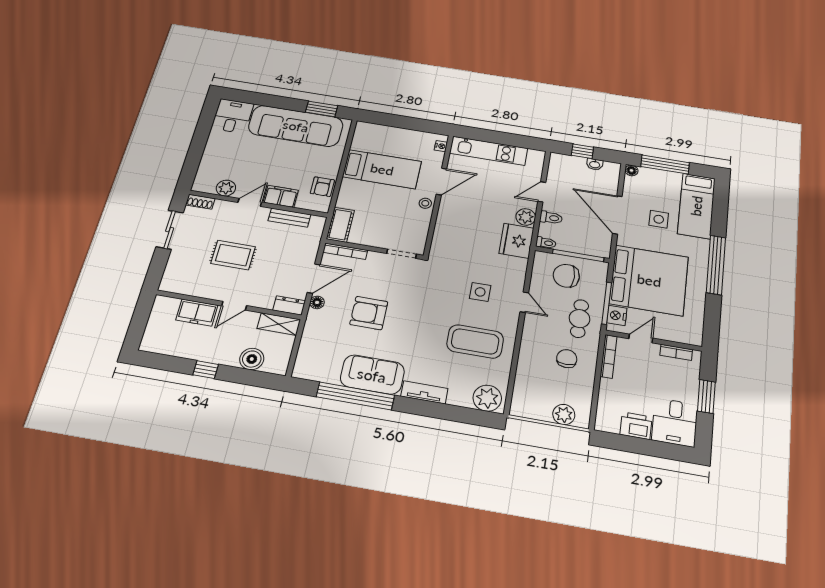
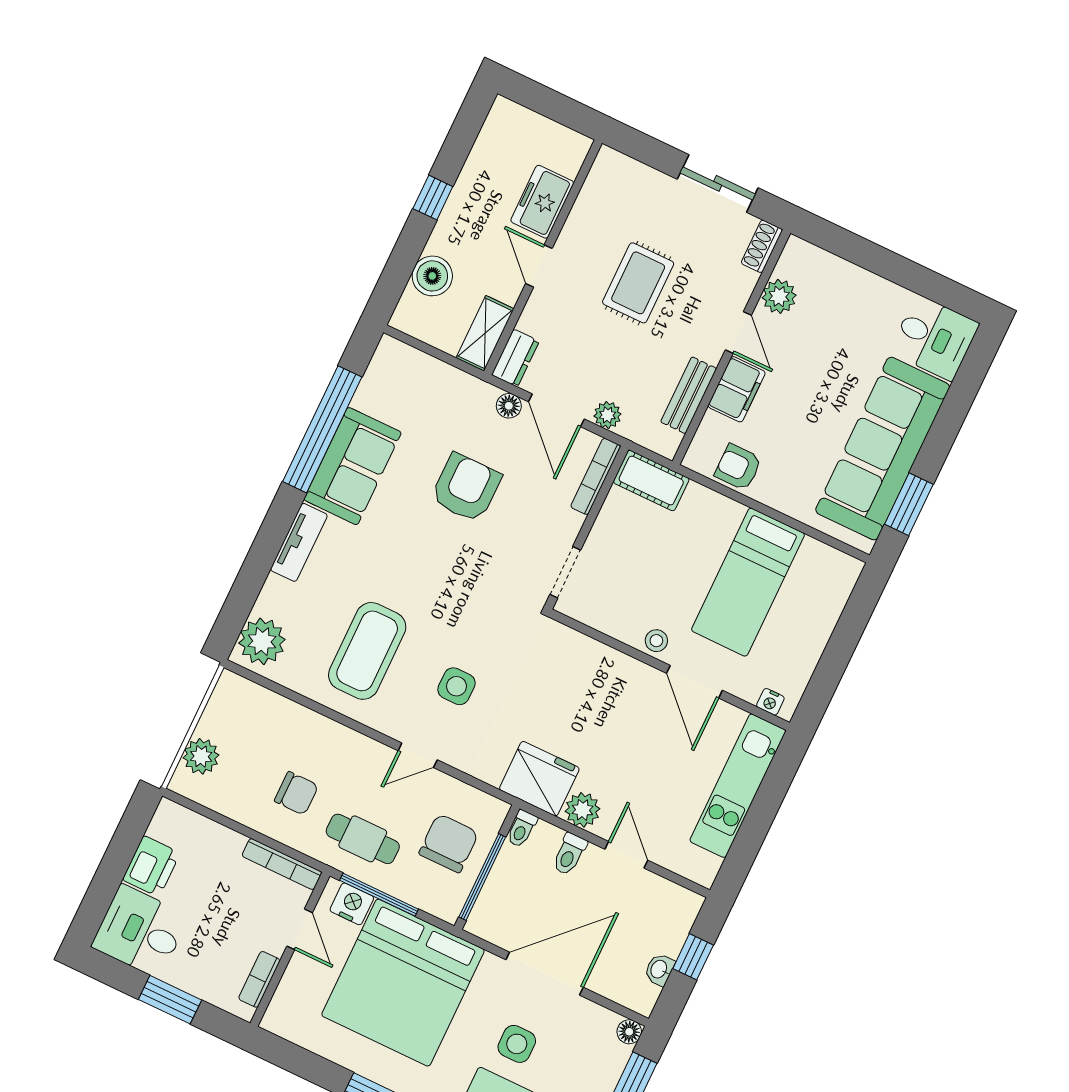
plant: (310, 253) -> (607, 415), added

